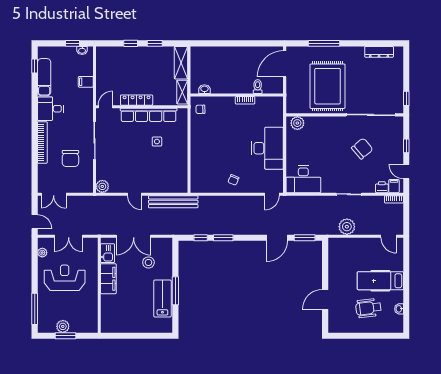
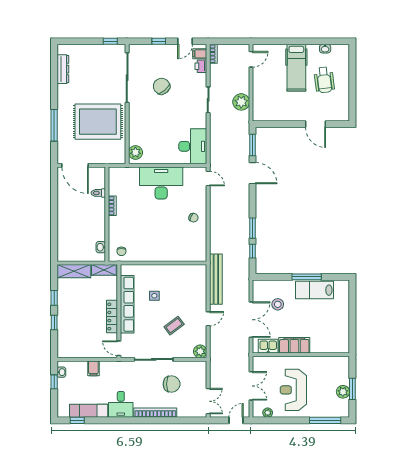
coffee table: (128, 161) -> (174, 326), added

